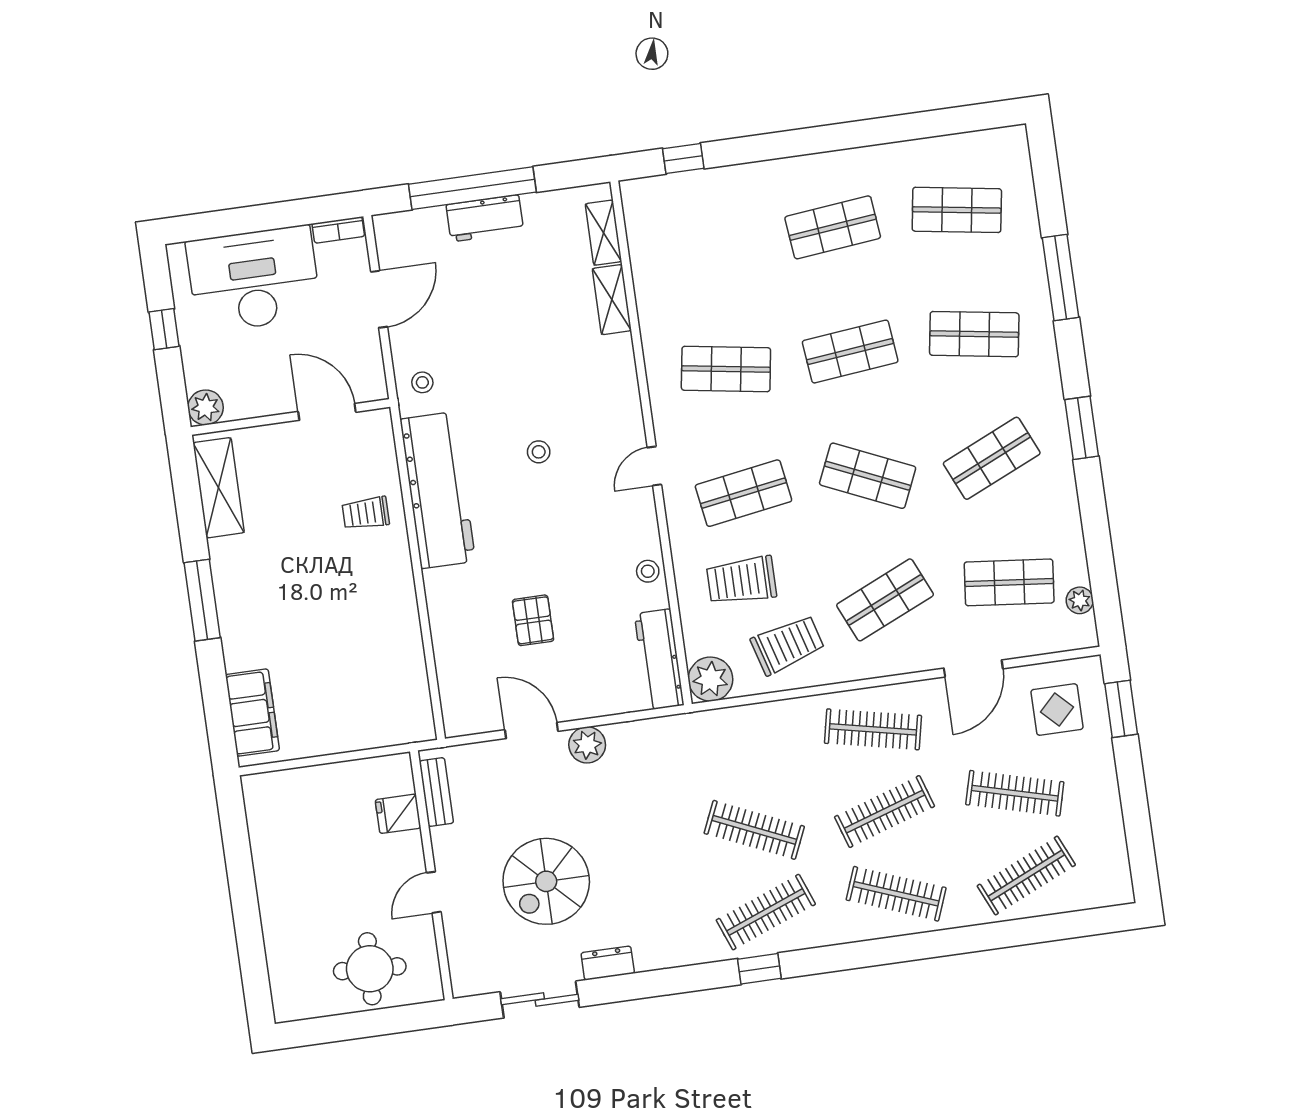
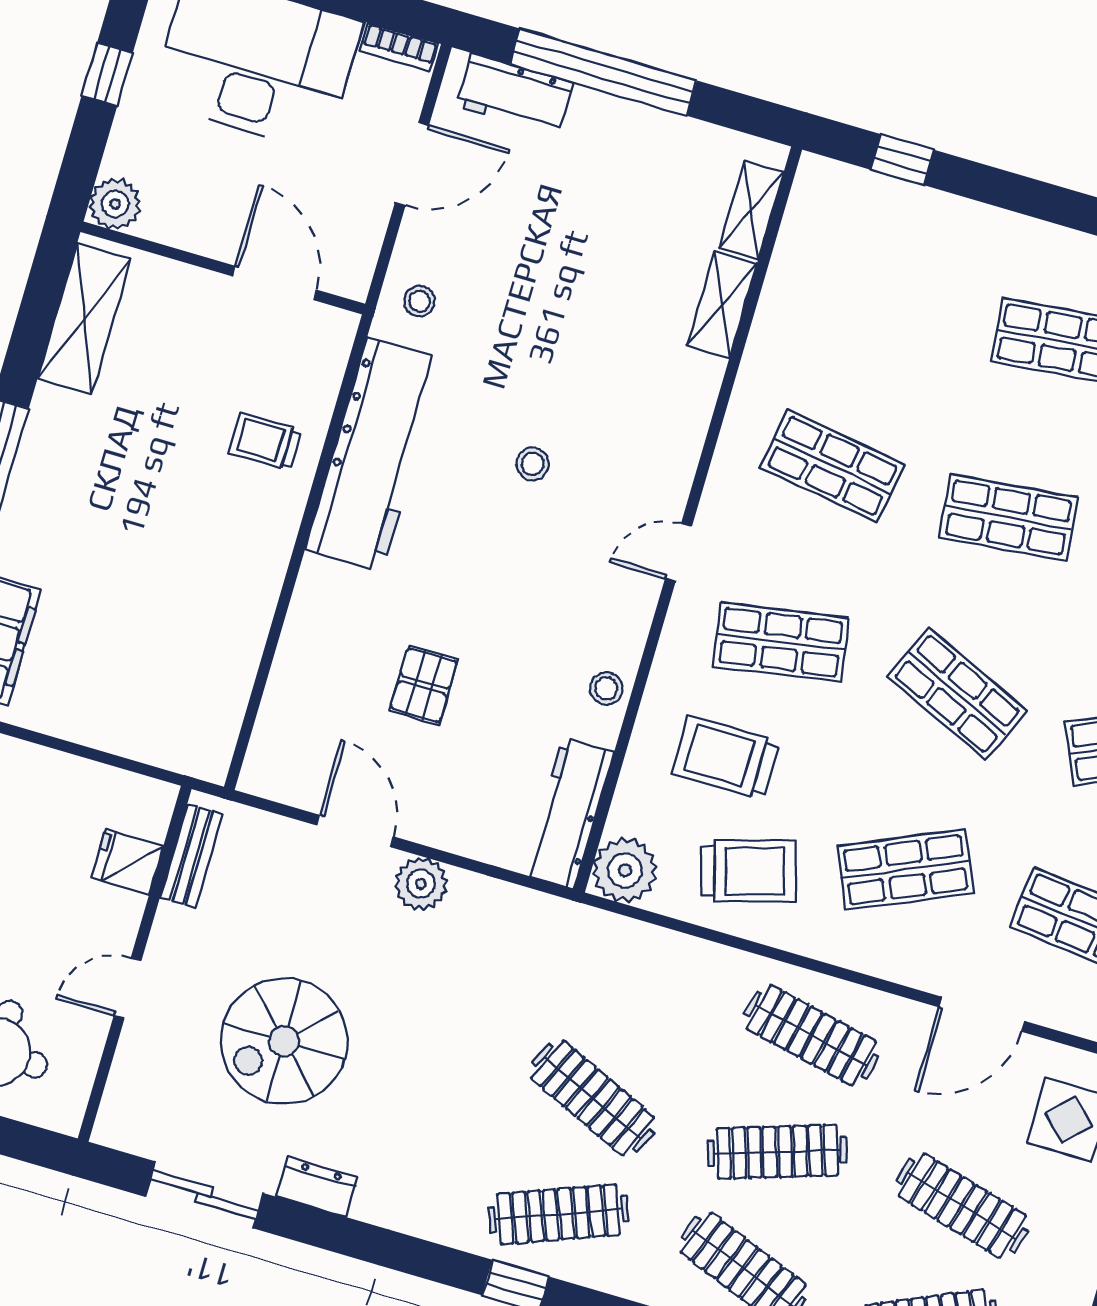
workbench: (485, 218) -> (515, 94), moved

